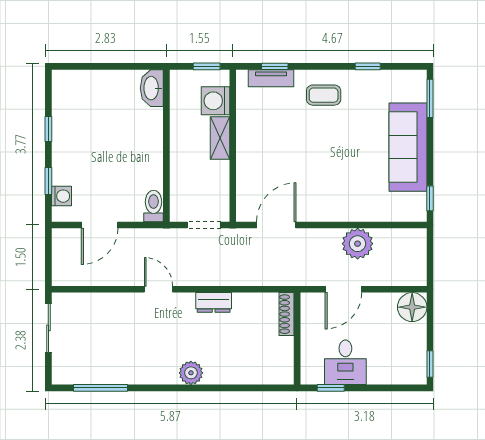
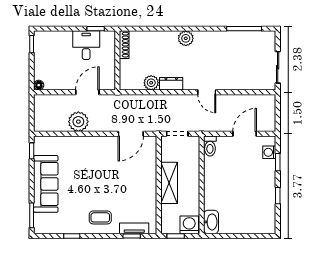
washing machine: (215, 101) -> (189, 225), moved, turned -90
shelving: (220, 138) -> (169, 183), width x1.50, depth x1.33
plant: (245, 304) -> (151, 83), added
floor lamp: (412, 307) -> (39, 85), width x0.53, depth x0.53
shoe rack: (287, 314) -> (124, 45), moved

